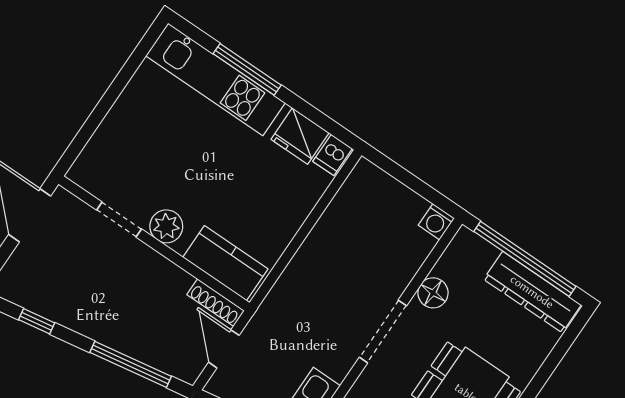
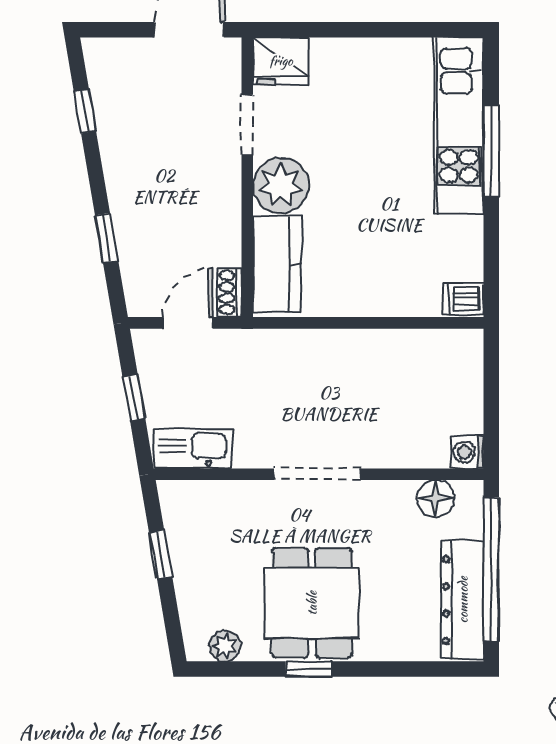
fridge: (300, 136) -> (281, 61), moved, turned -90
plant: (166, 226) -> (281, 185), width x1.36, depth x1.36
floor lamp: (433, 293) -> (436, 499), moved
shoe rack: (216, 303) -> (230, 293), width x0.70
window: (131, 364) -> (107, 238), width x0.46

